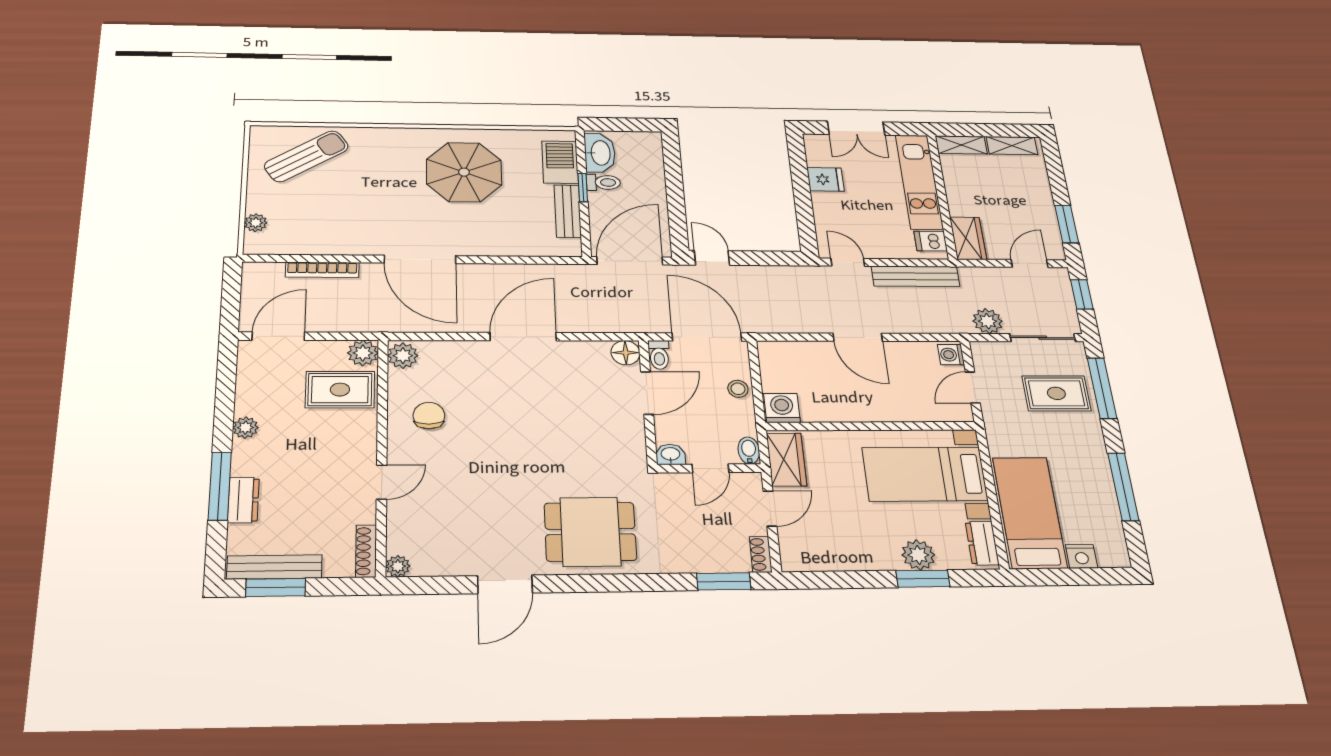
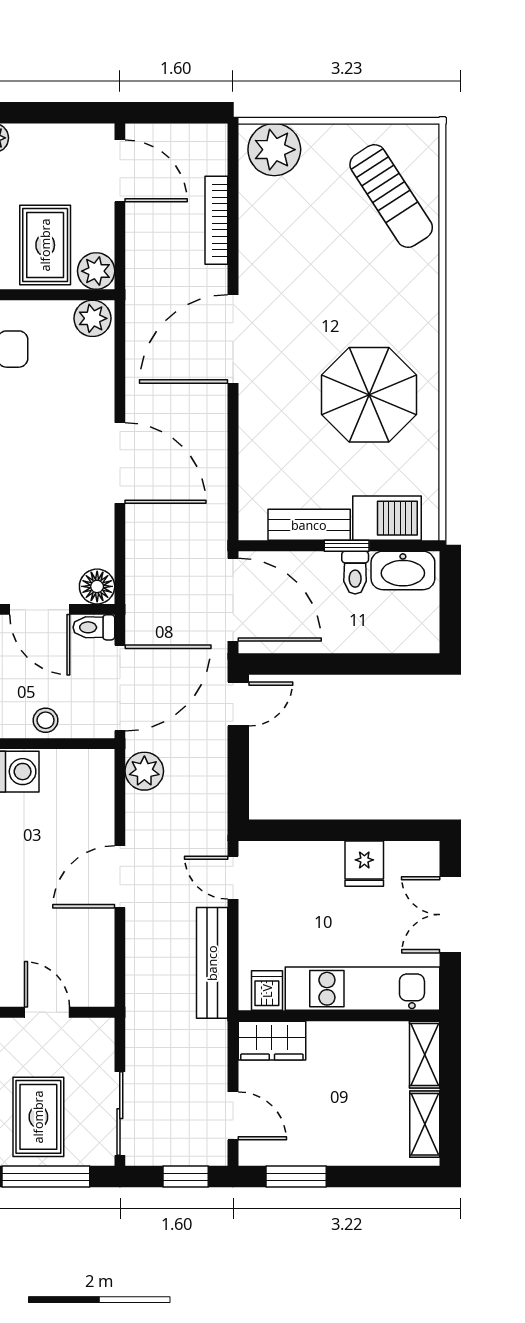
plant: (256, 223) -> (274, 150), width x1.88, depth x1.88
door: (848, 262) -> (233, 878), swing flipped
plant: (988, 321) -> (144, 771), moved
washing machine: (951, 355) -> (95, 992), removed

